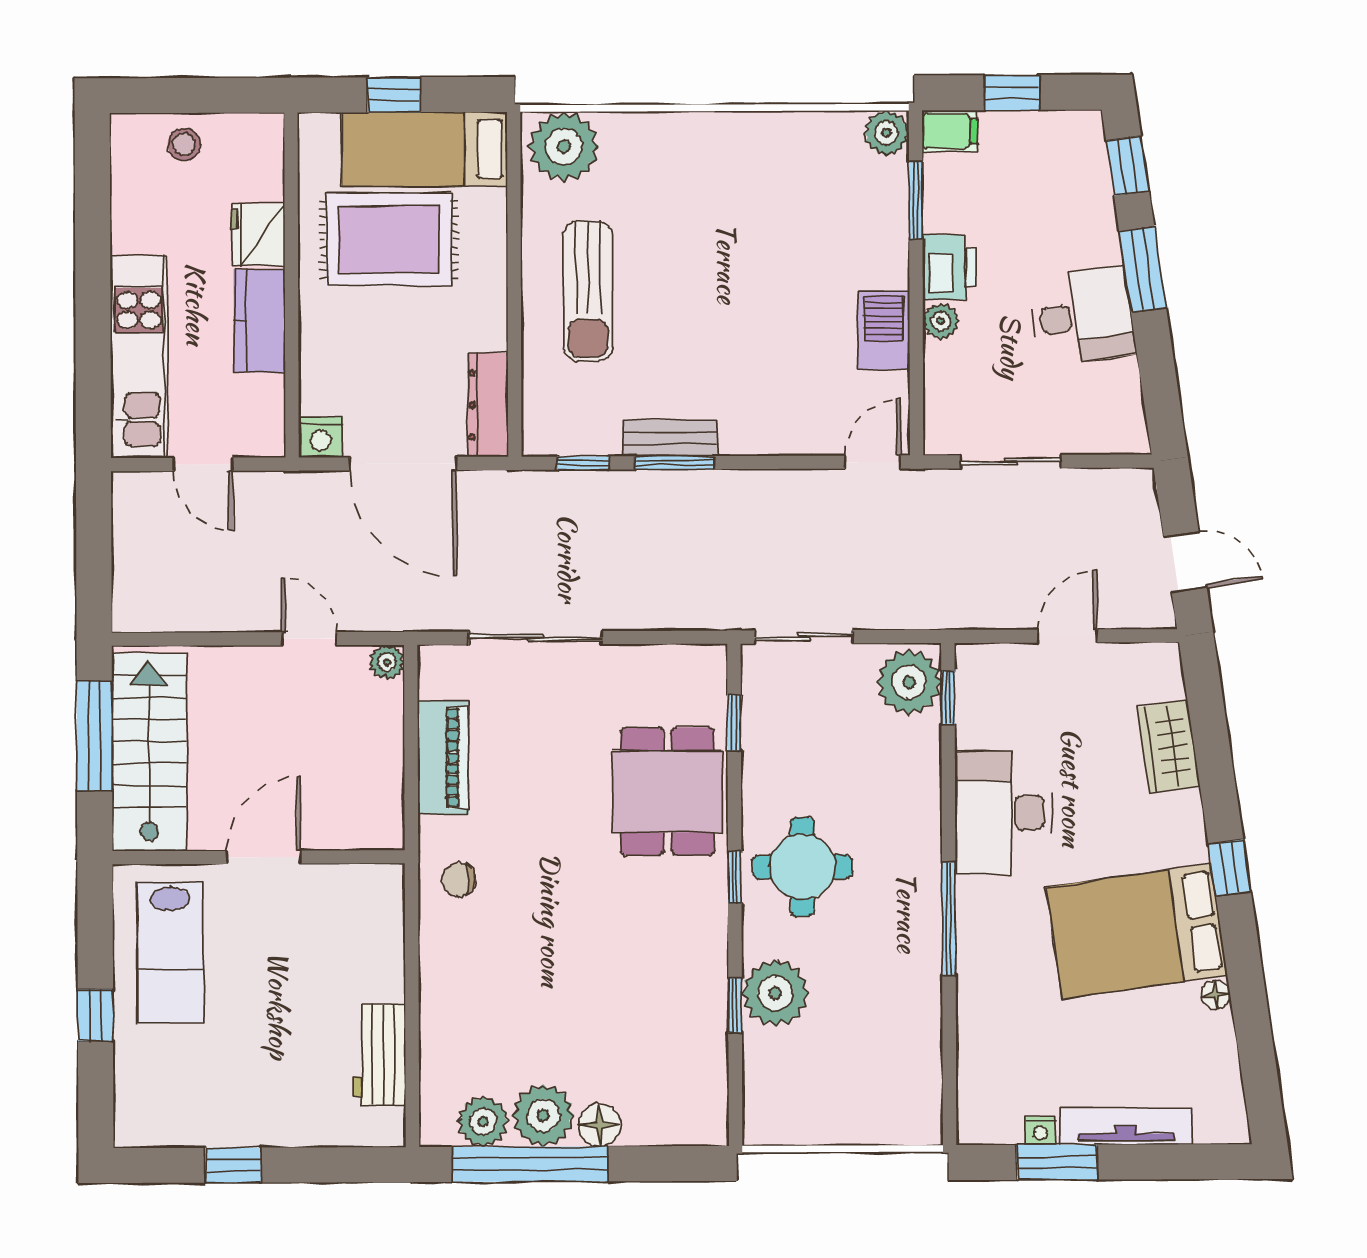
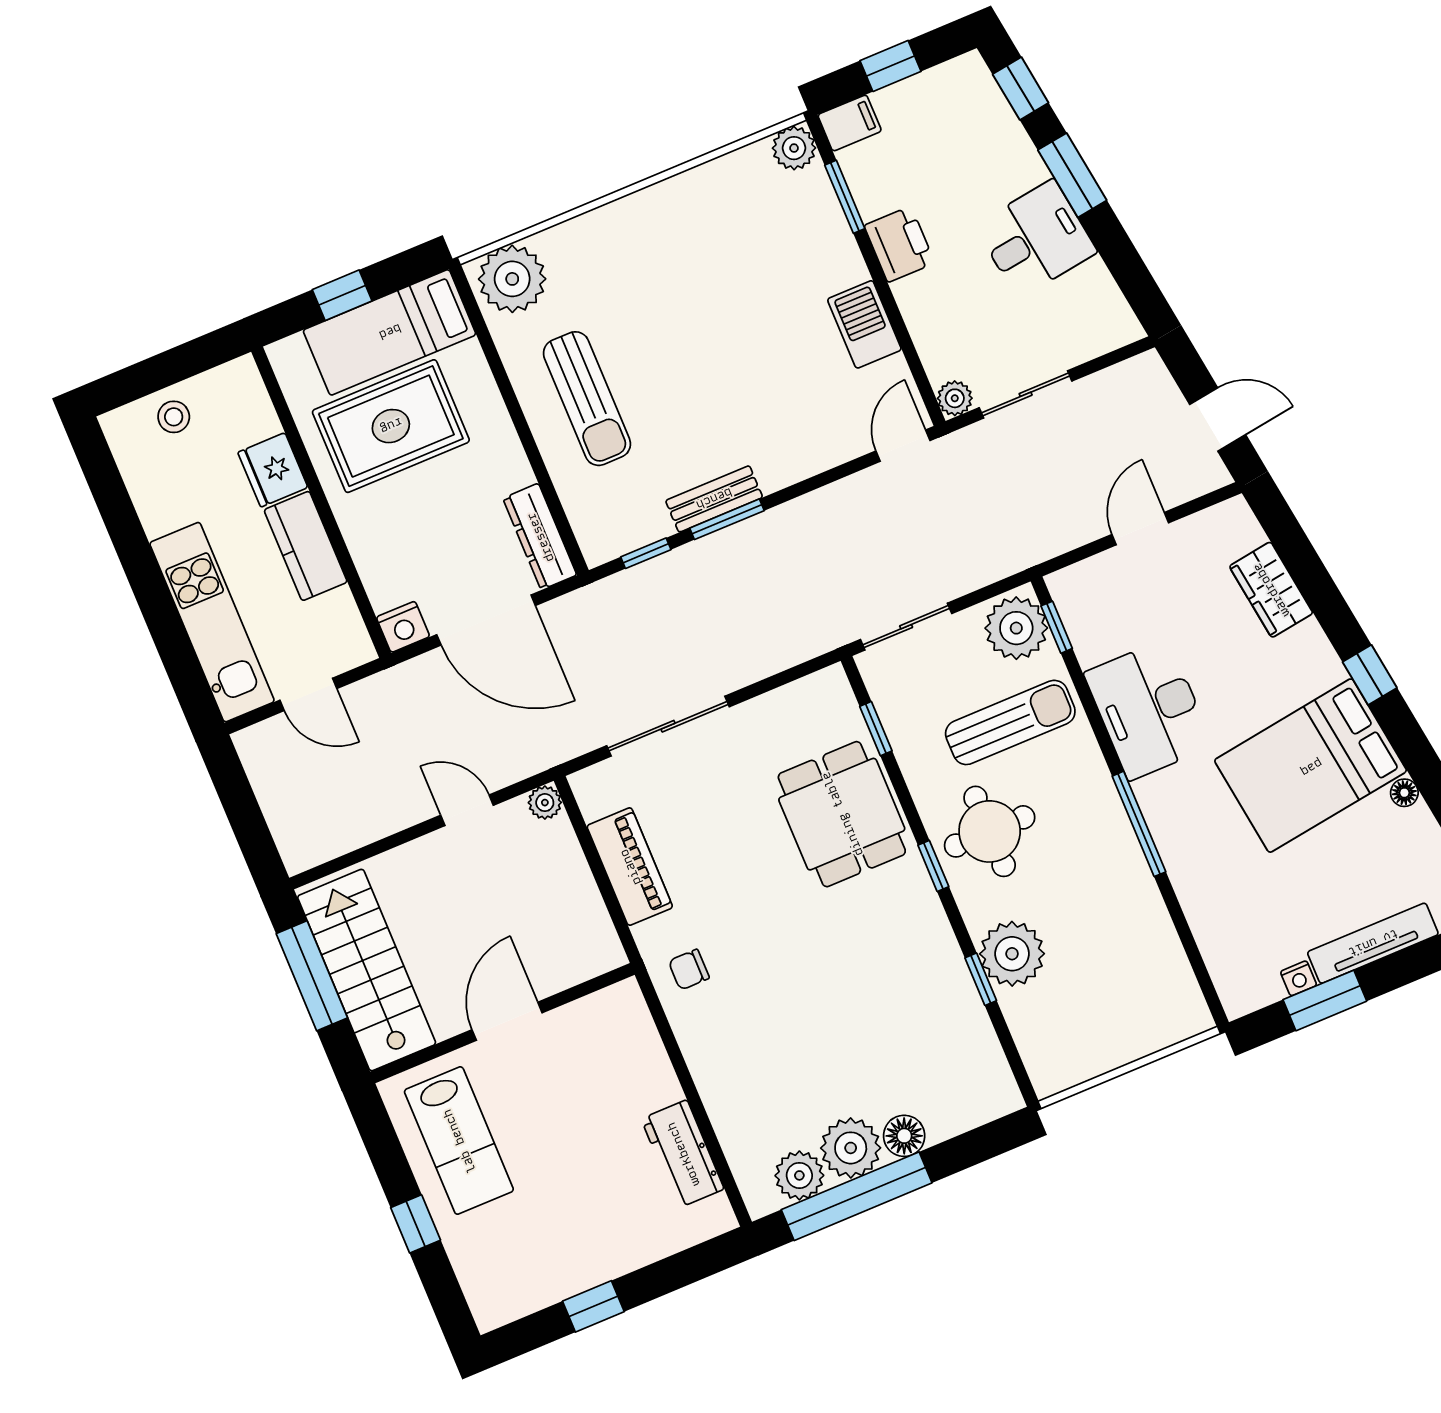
plant: (941, 321) -> (955, 398), moved
sun lounger: (866, 770) -> (1010, 722), added

